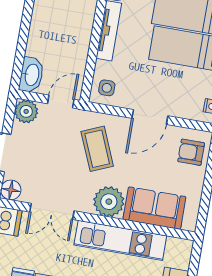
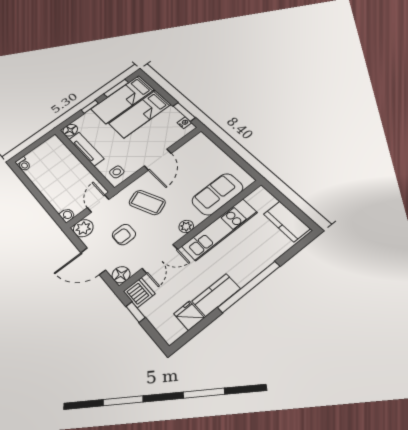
washbasin: (31, 75) -> (67, 215), width x0.52, depth x0.69
armchair: (191, 152) -> (124, 235), moved
plant: (109, 202) -> (186, 226), width x0.53, depth x0.53

